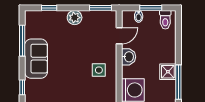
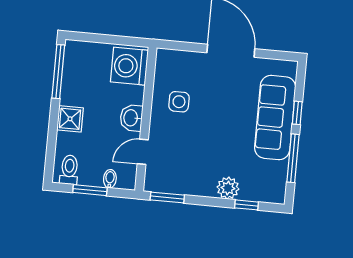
plant: (75, 18) -> (228, 188), moved
sofa: (36, 59) -> (275, 118), width x1.36
shower: (168, 72) -> (70, 119), moved
window: (22, 87) -> (297, 113), moved

